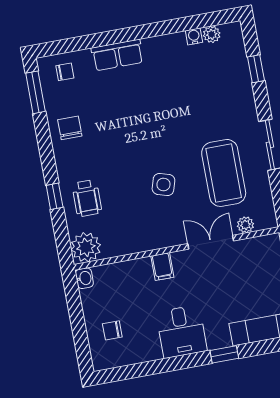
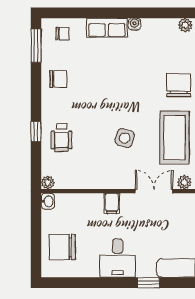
water cooler: (194, 36) -> (134, 24), moved
chair: (217, 109) -> (179, 85), added
chair: (70, 128) -> (58, 79), turned 90
plant: (86, 247) -> (48, 183), width x0.53, depth x0.53
chair: (112, 330) -> (62, 247), width x1.87, depth x1.87

